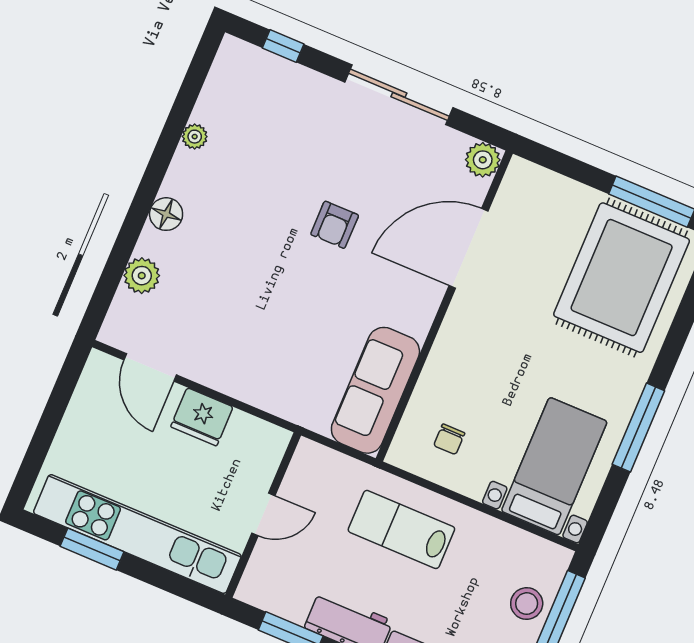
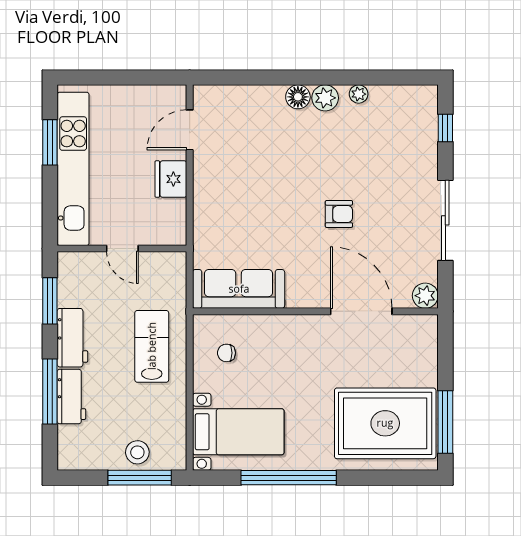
armchair: (335, 225) -> (339, 214), turned 180
plant: (142, 276) -> (325, 98), moved
window: (638, 427) -> (289, 478), width x1.46

